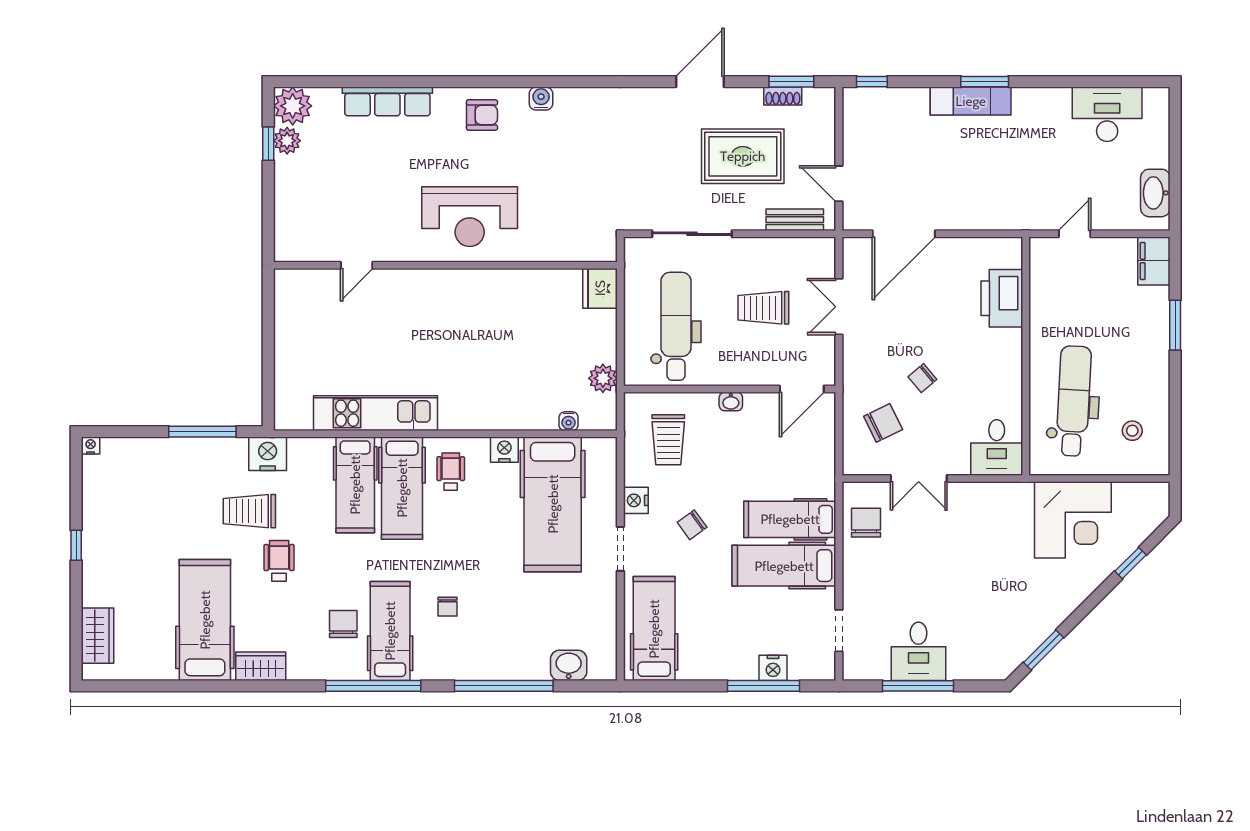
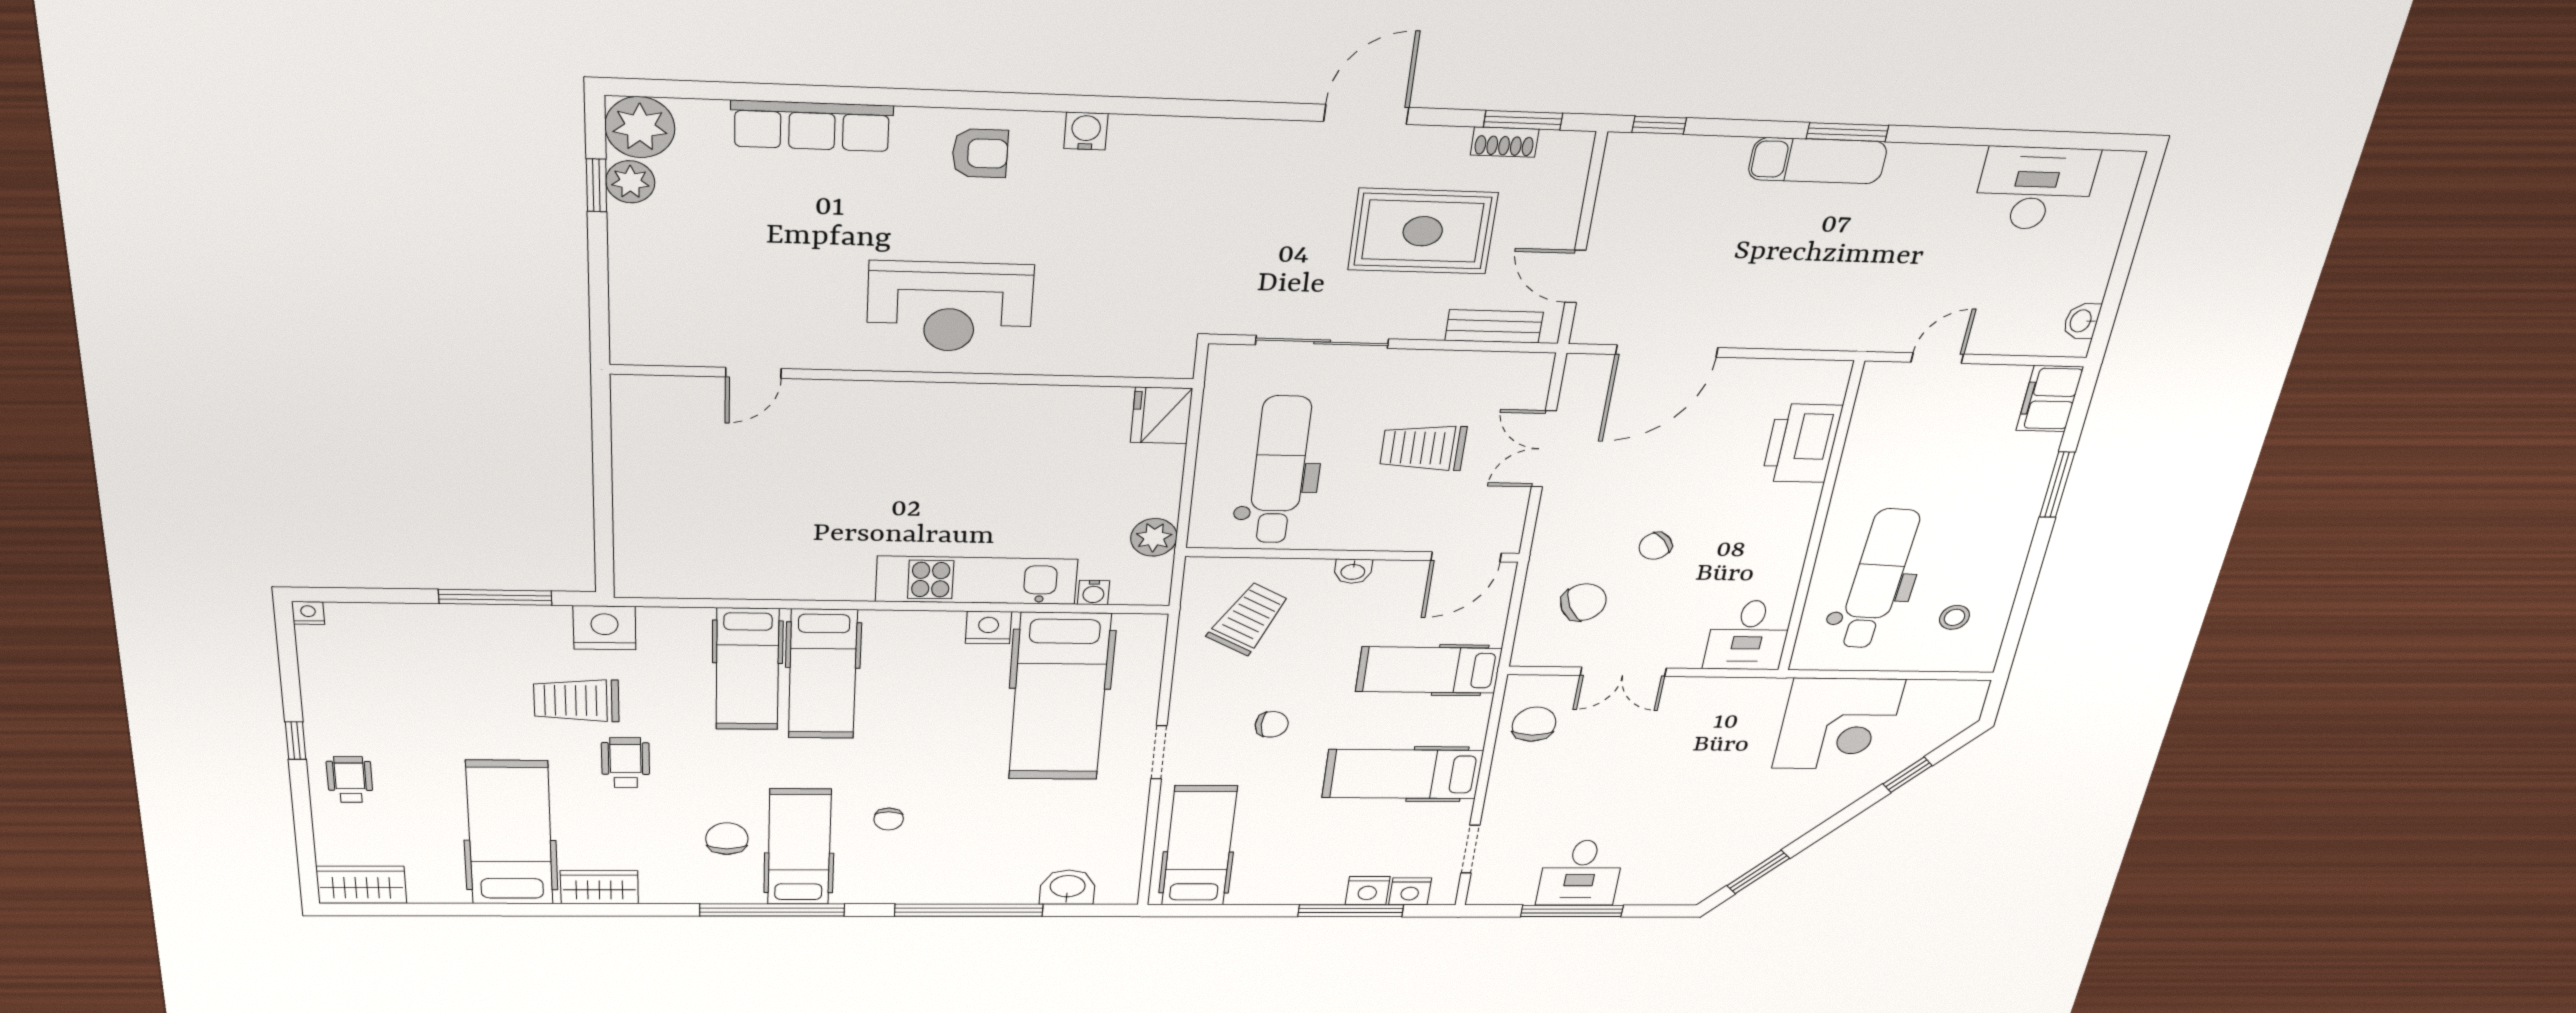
washbasin: (1155, 193) -> (2082, 321), width x0.52, depth x0.69
kitchen unit: (376, 413) -> (977, 580), moved
trolley: (668, 440) -> (1248, 619), turned -152
wheelchair: (451, 472) -> (350, 780), moved
nightstand: (636, 500) -> (1410, 891), moved, turned -90
hospital bed: (790, 519) -> (1429, 670), moved
chair: (692, 525) -> (1272, 724), turned -144
wardrobe: (97, 636) -> (361, 885), moved, turned -90

